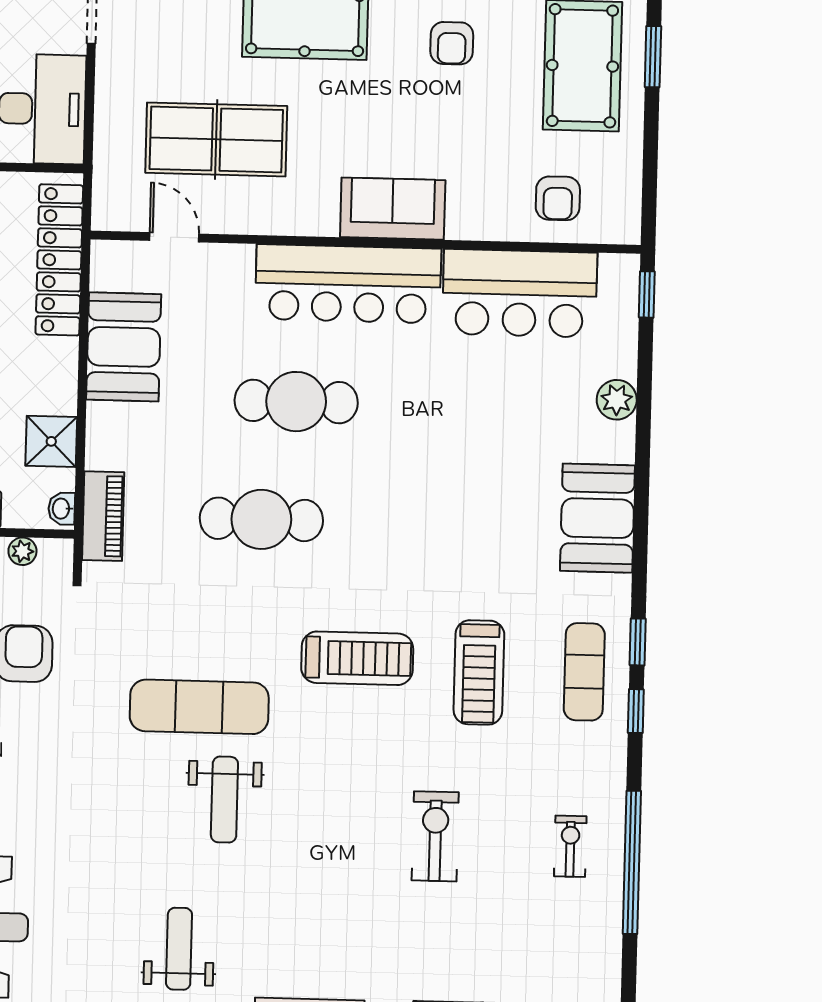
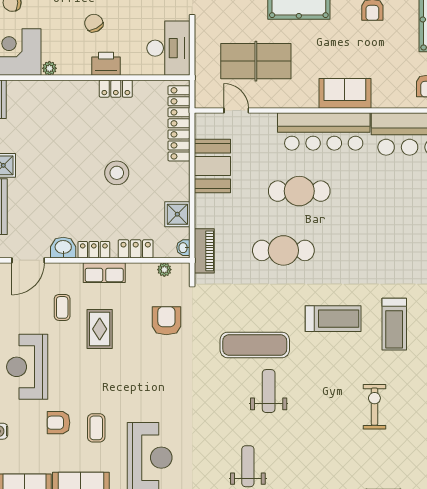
weight bench: (224, 800) -> (269, 391), turned 180

